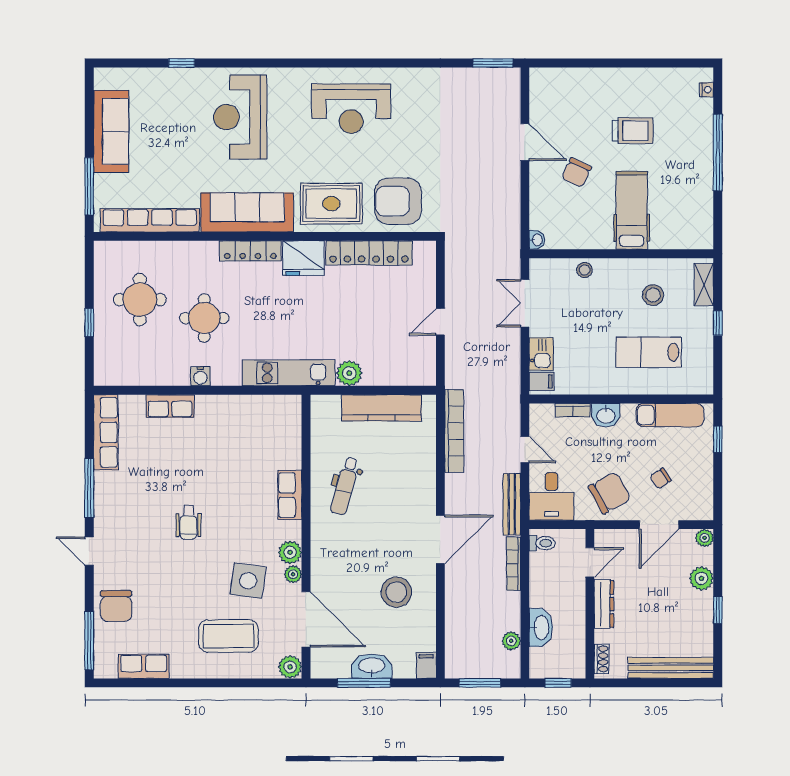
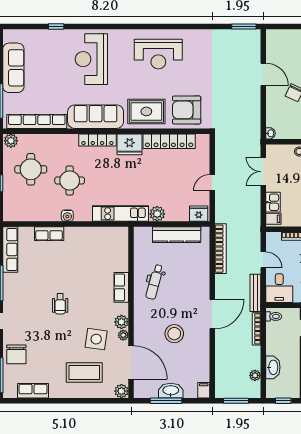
plant: (107, 252) -> (11, 141), added
fridge: (418, 373) -> (199, 214), added
stool: (396, 592) -> (174, 334), moved

